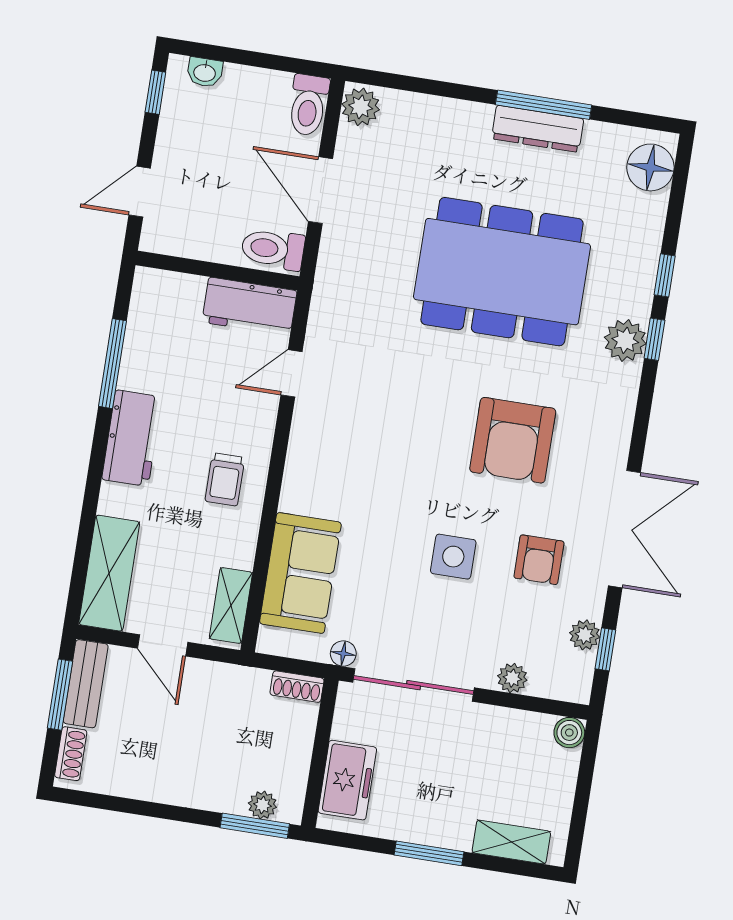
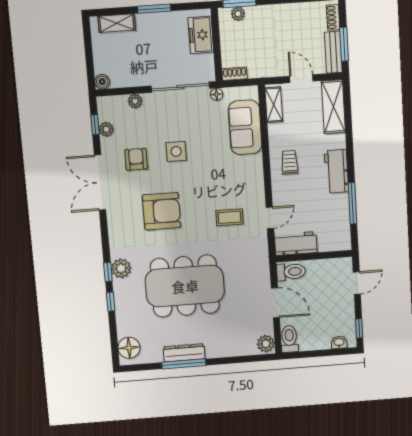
coffee table: (375, 394) -> (229, 217), added
armchair: (513, 440) -> (162, 211), turned 90

